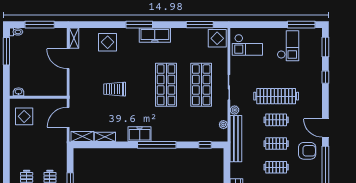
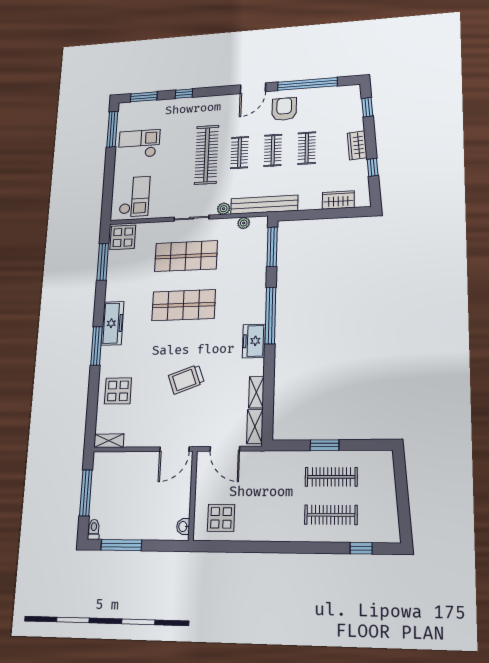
door: (68, 59) -> (174, 449), moved
trolley: (115, 89) -> (186, 379), turned 70
window: (205, 145) -> (272, 247), width x2.17

